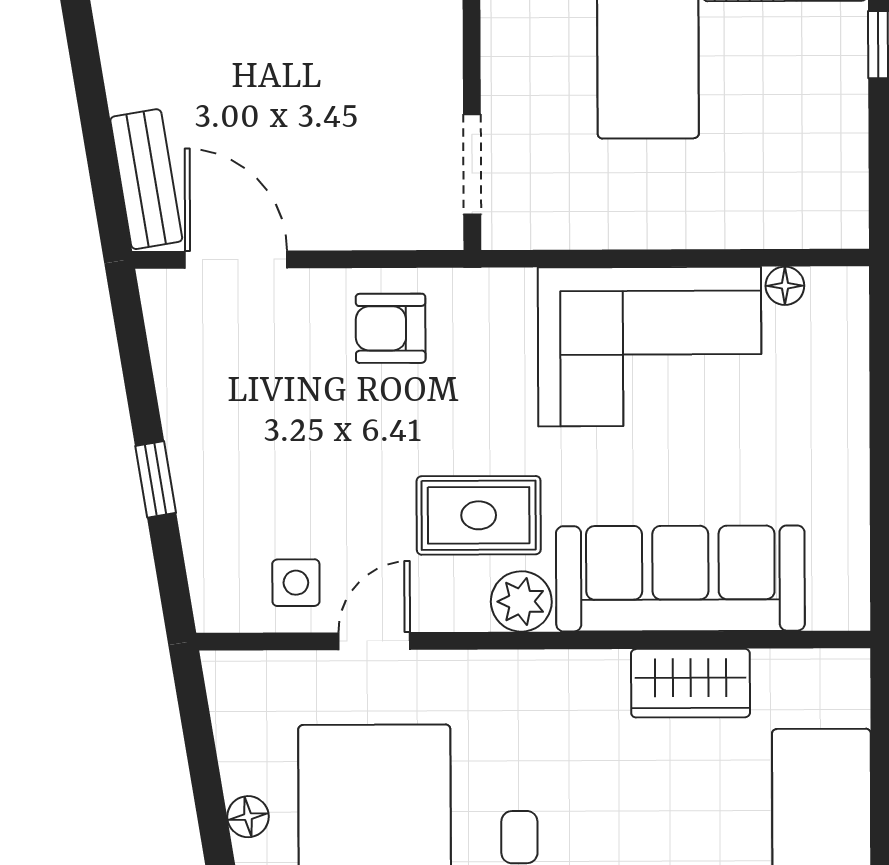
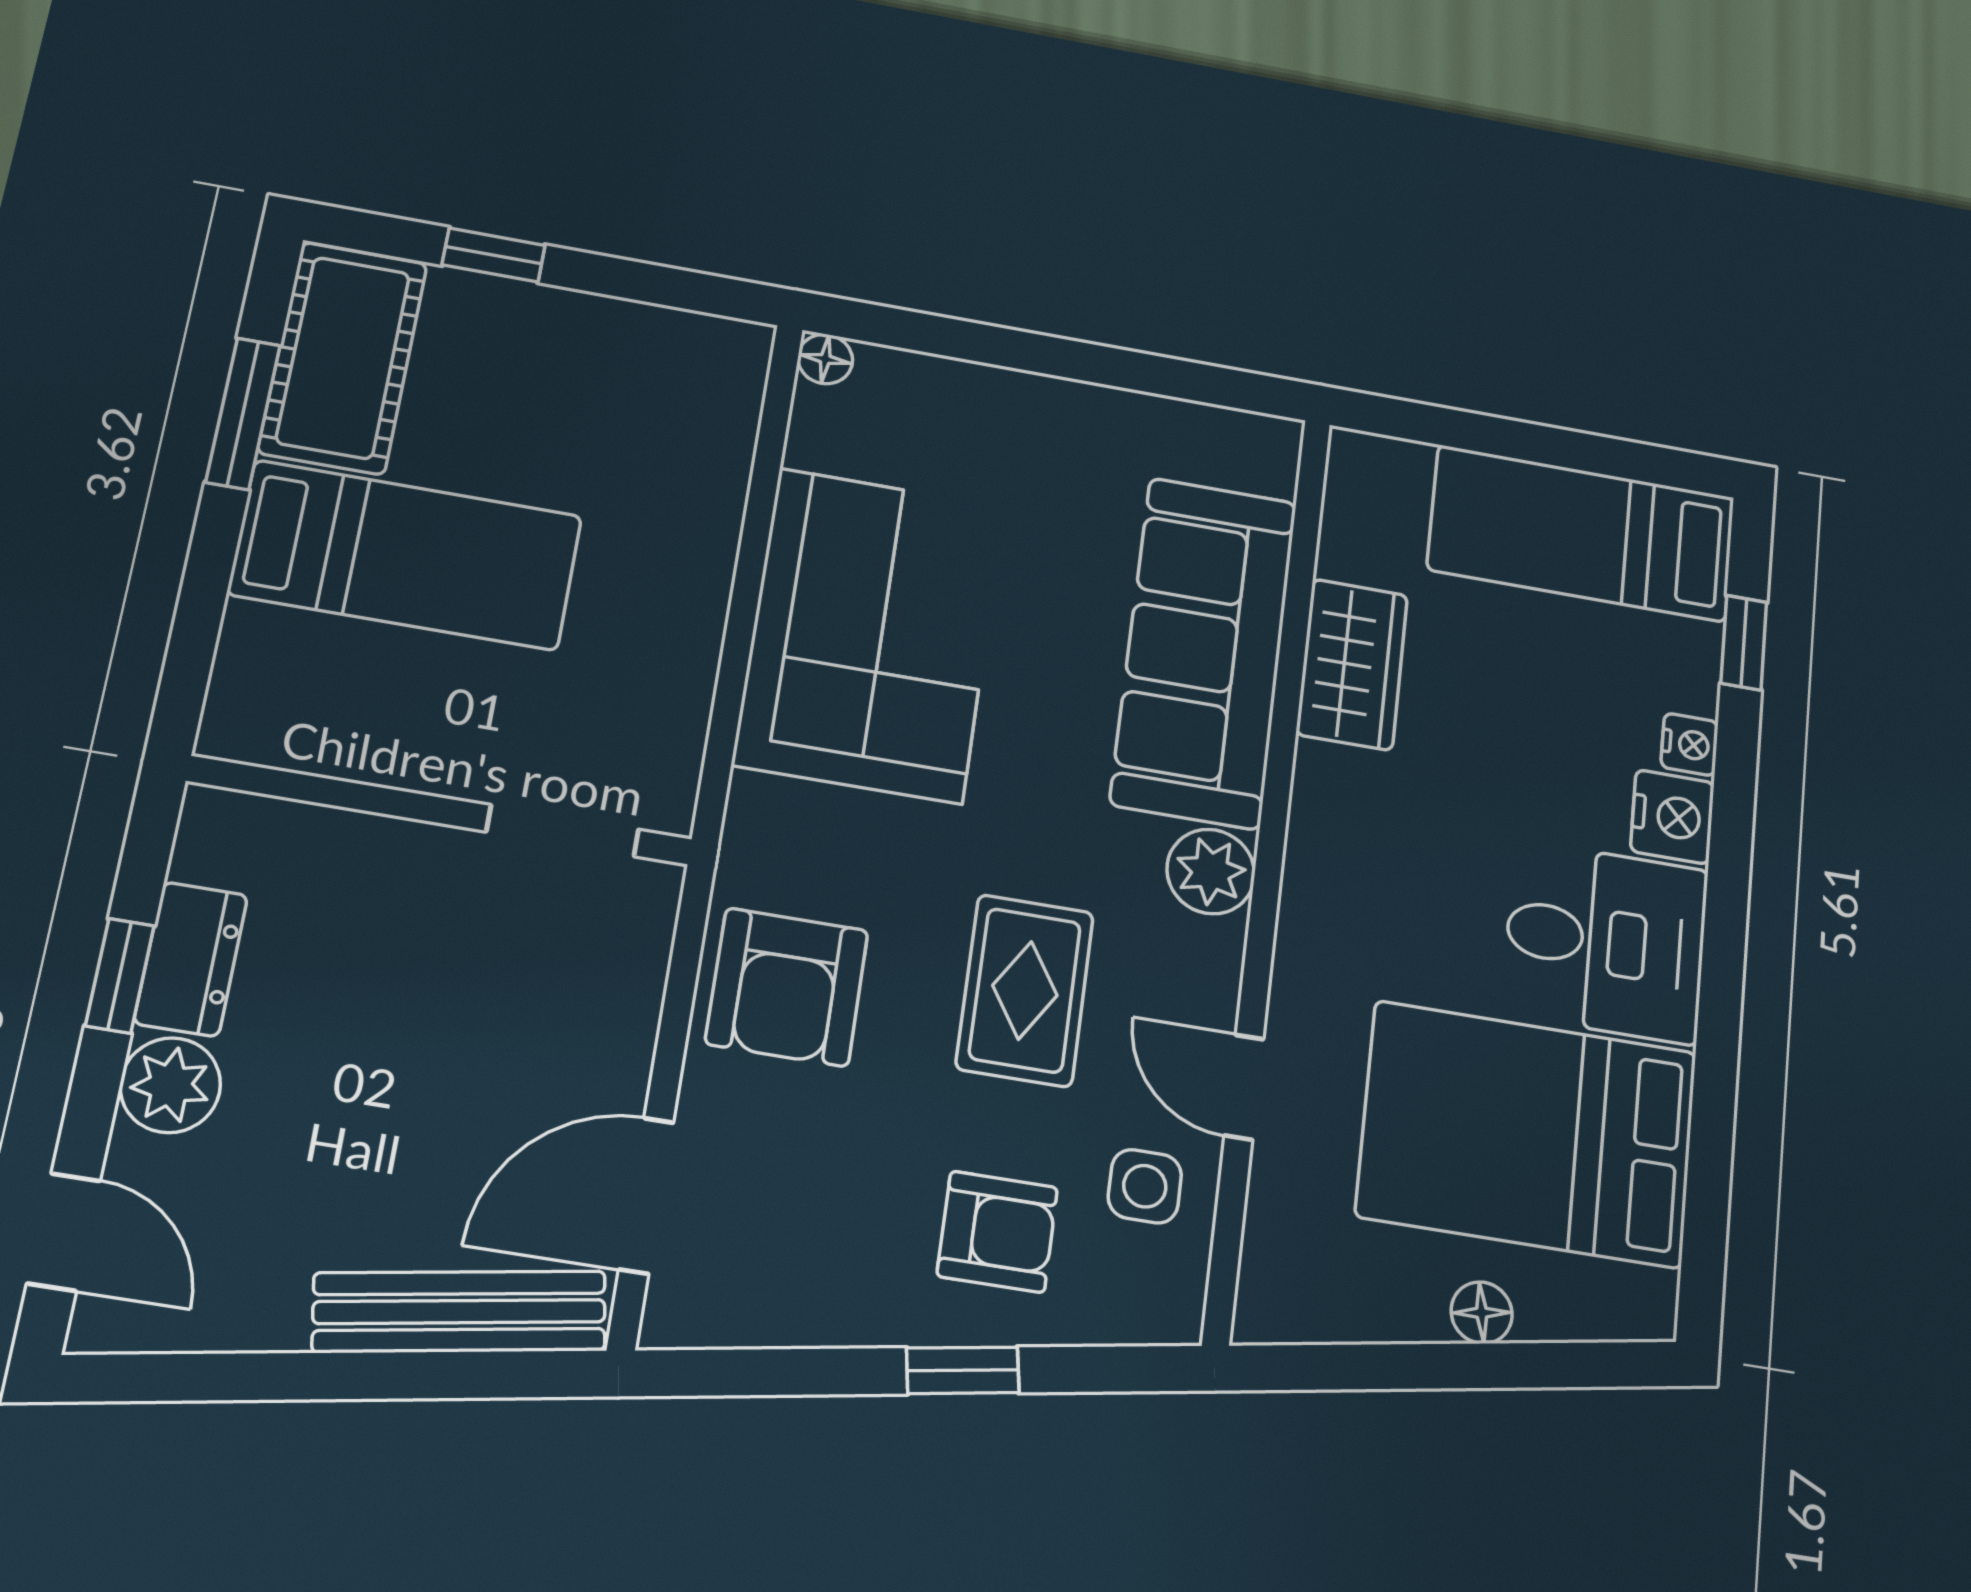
bench: (146, 179) -> (460, 1312), width x1.36
floor lamp: (785, 286) -> (825, 359), moved
armchair: (391, 328) -> (787, 987), width x1.38, depth x1.38
armchair: (250, 490) -> (997, 1232), added
rug: (479, 515) -> (1025, 990), moved

